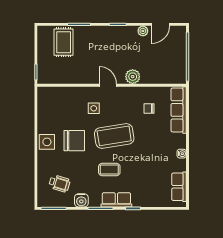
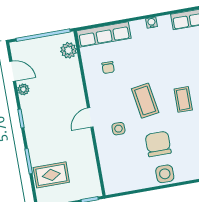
plant: (133, 77) -> (69, 50), moved
coffee table: (114, 136) -> (145, 101), width x0.73, depth x0.76

